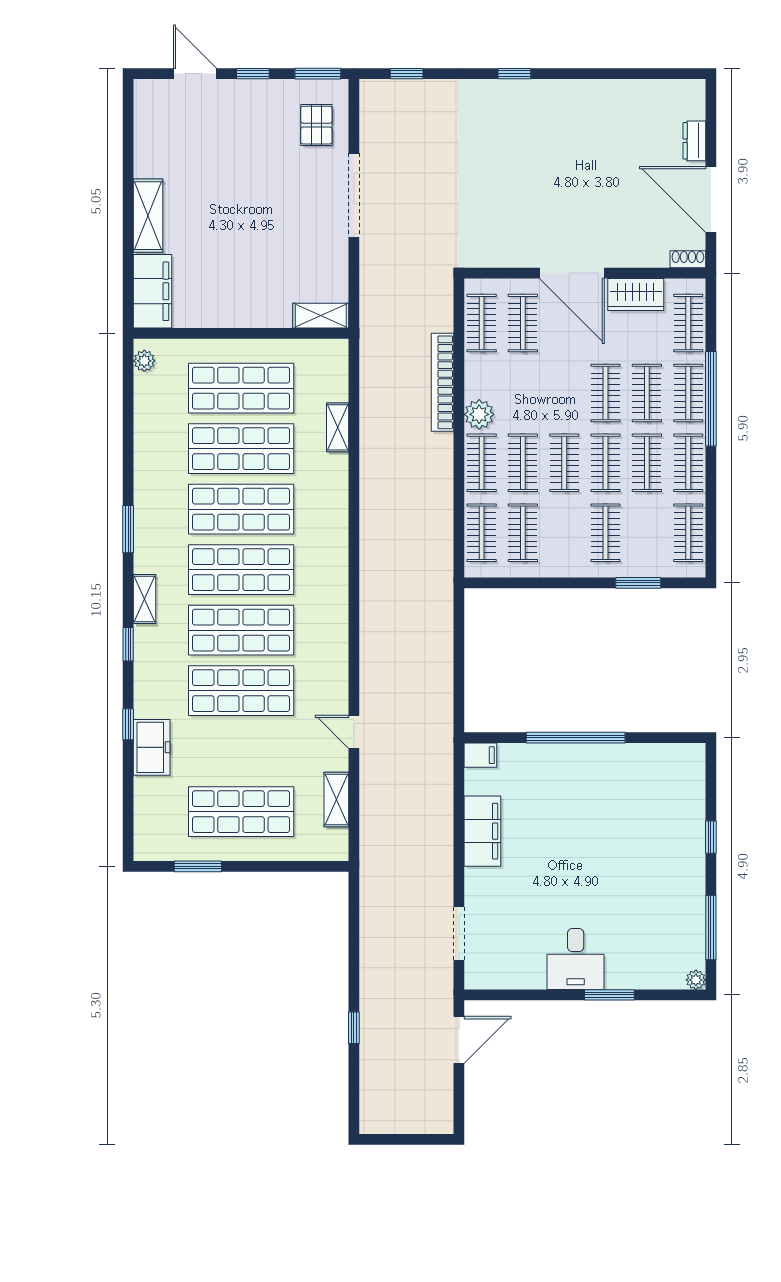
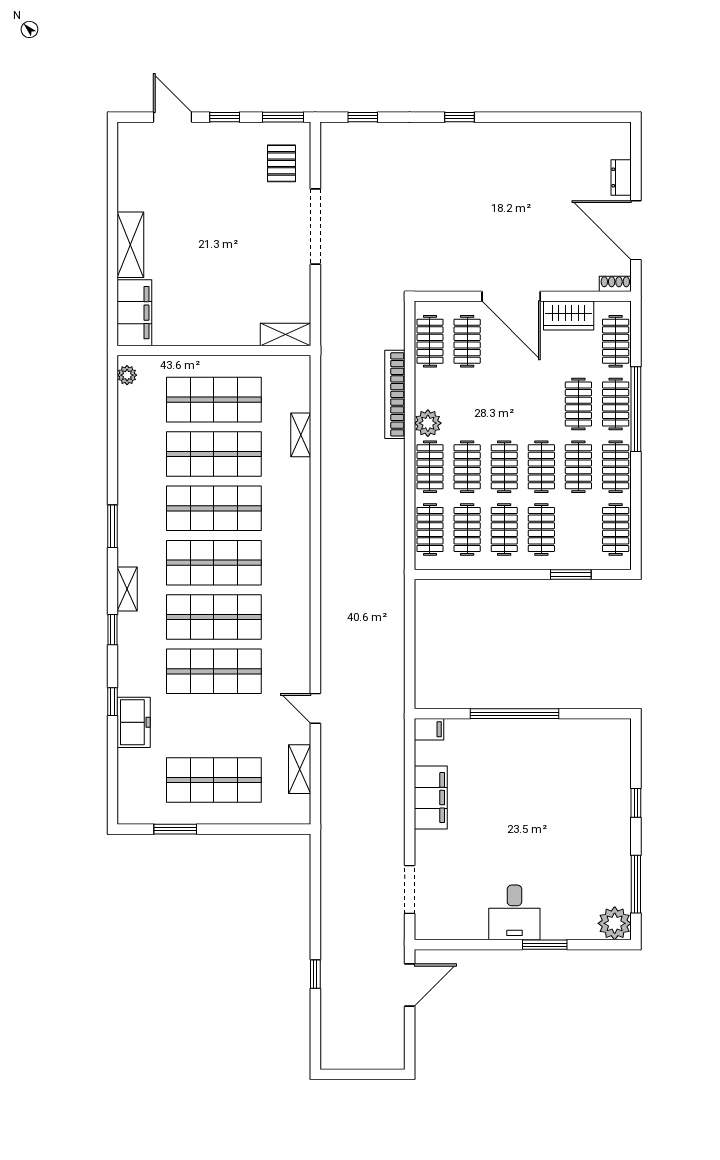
clothes rail: (606, 393) -> (504, 530), moved
plant: (696, 980) -> (615, 923), width x1.88, depth x1.88

